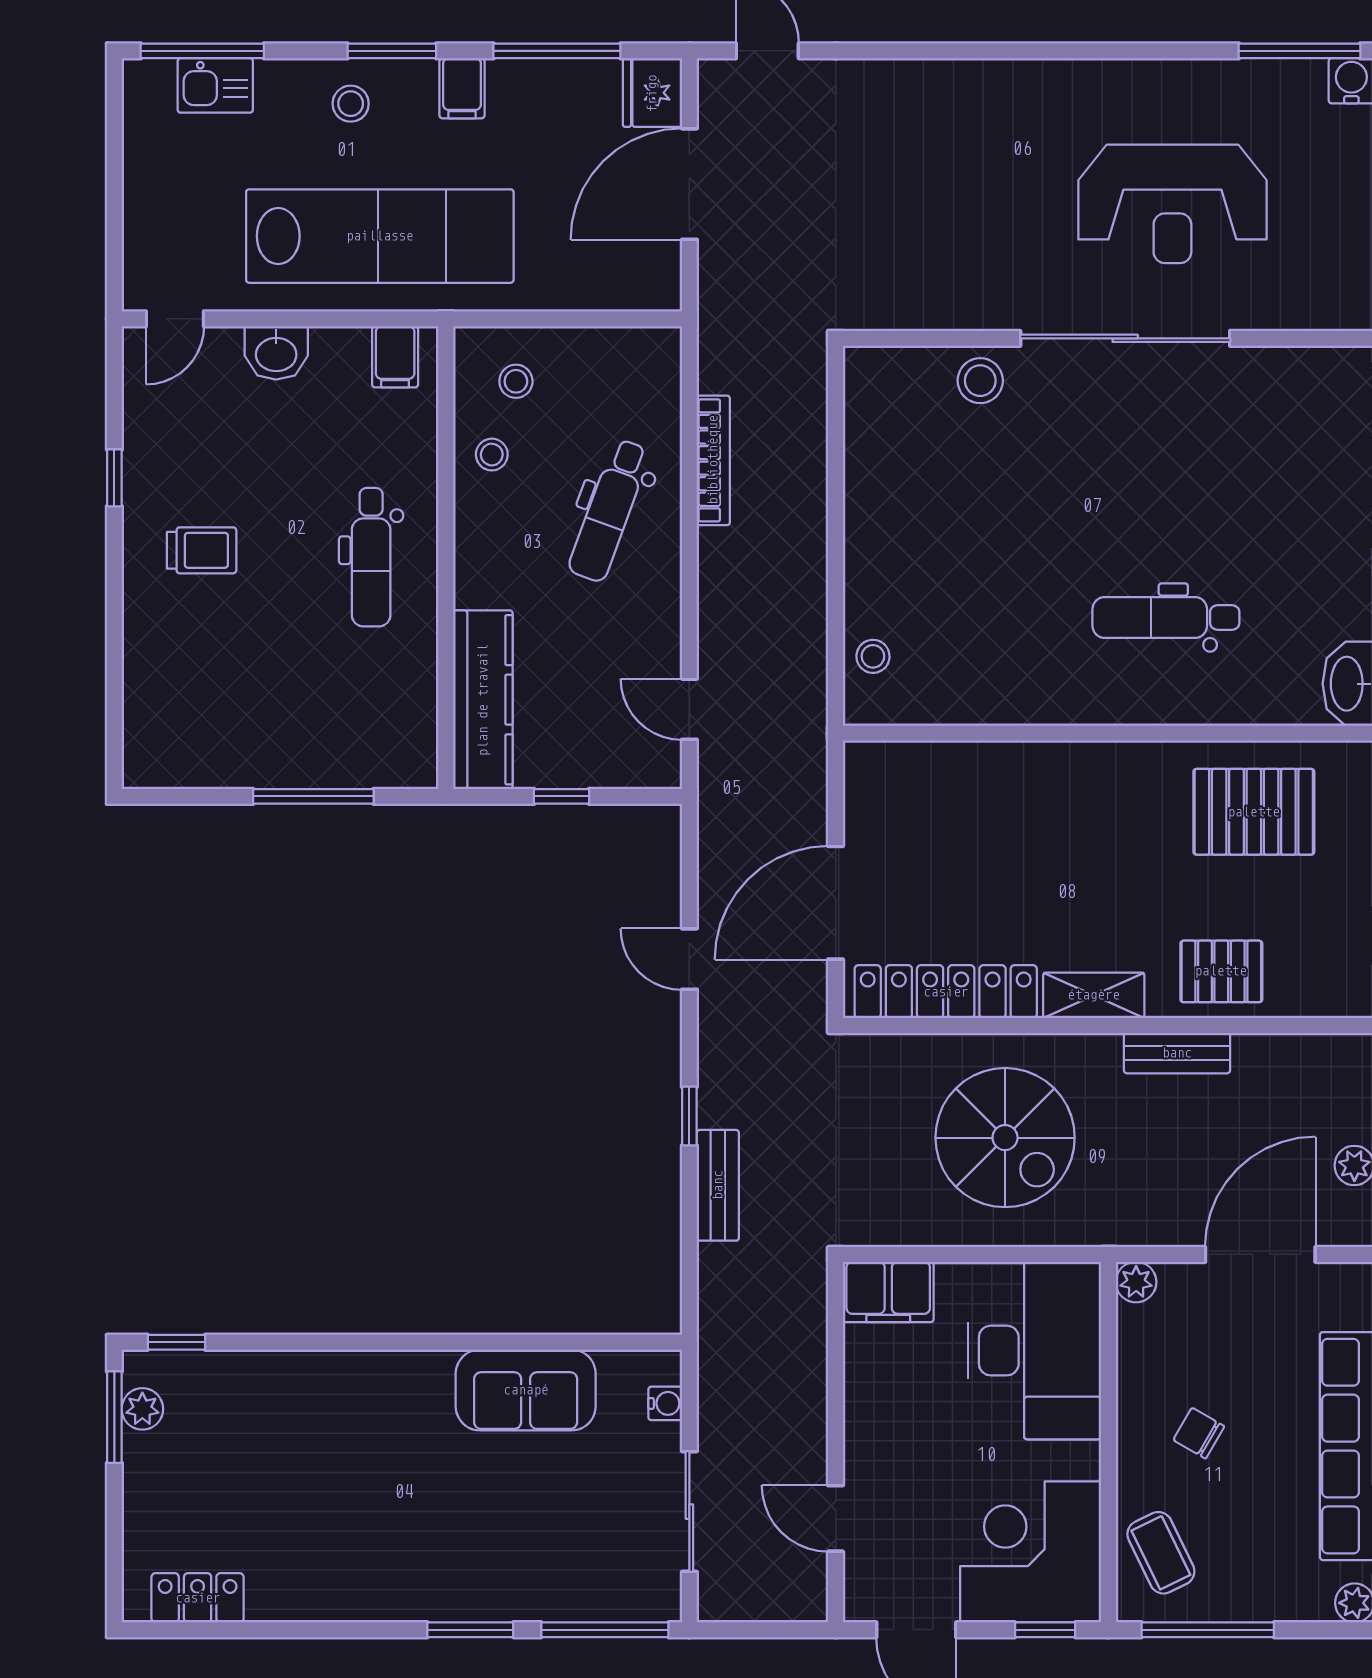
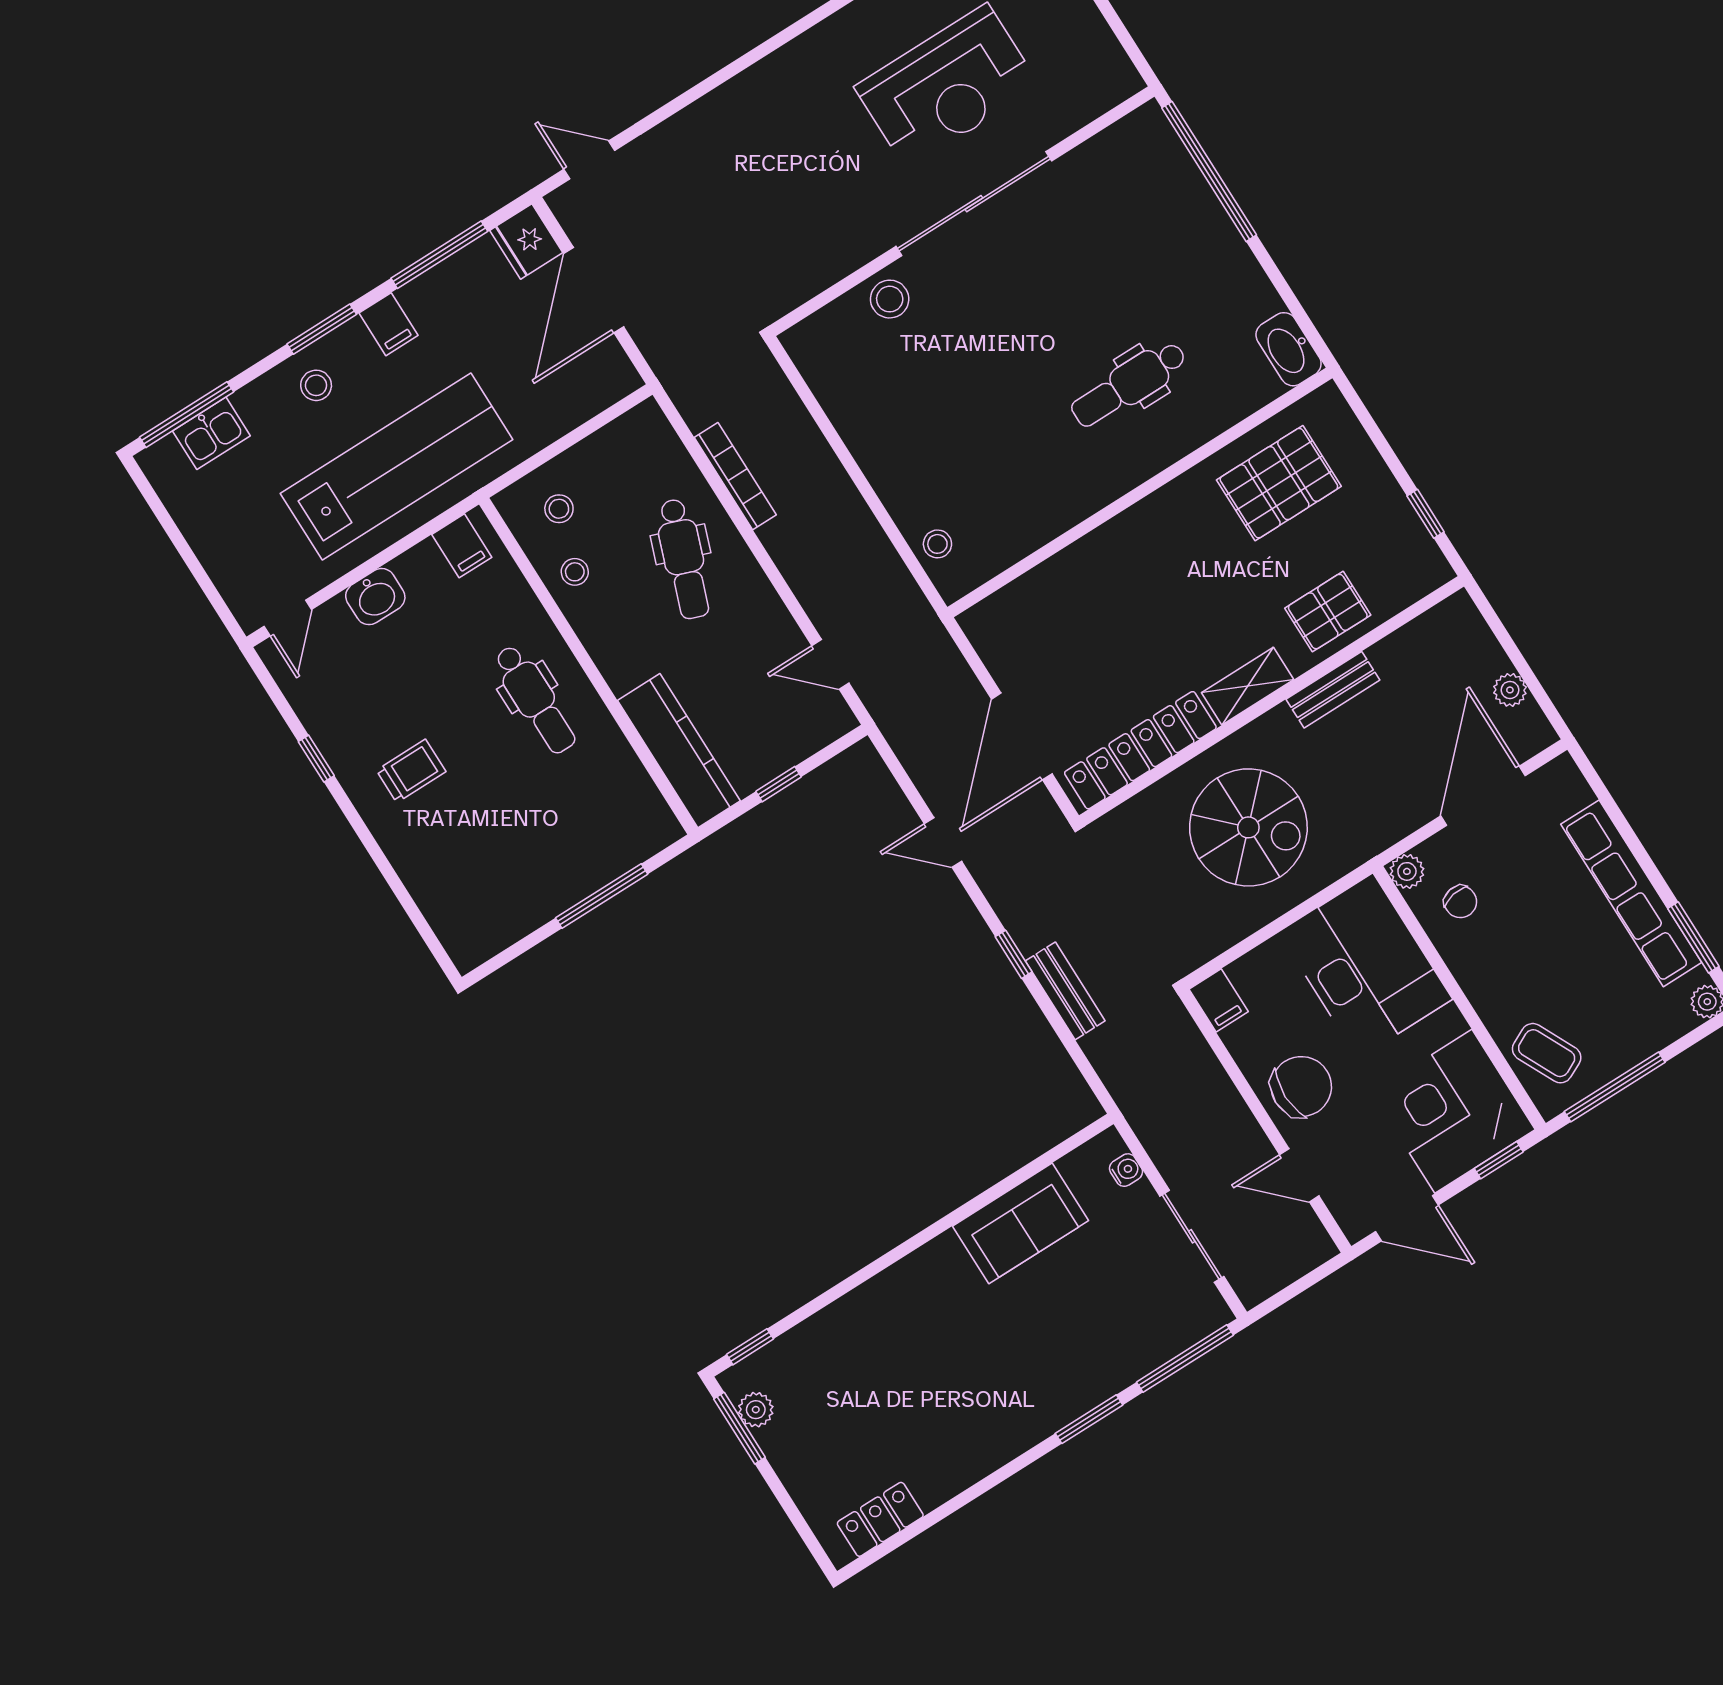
filing cabinet: (888, 1292) -> (1219, 1000), width x0.50
chair: (894, 1431) -> (1301, 1087), added
chair: (1199, 1433) -> (1460, 902), moved, turned -130

